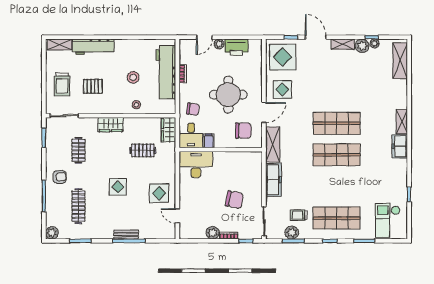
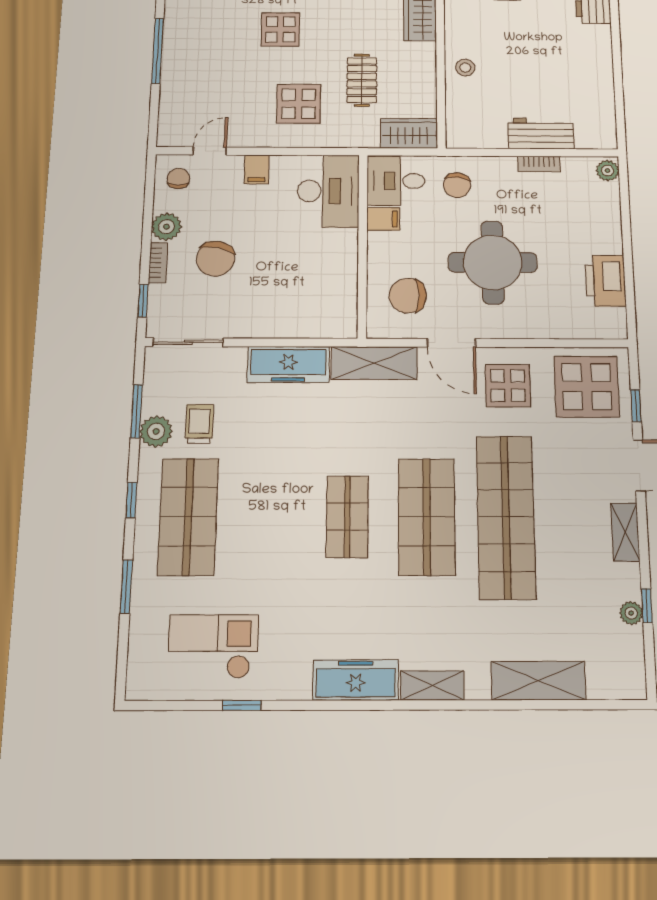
door: (204, 37) -> (625, 210), removed
plant: (219, 44) -> (608, 171), moved
plant: (362, 46) -> (624, 581), removed
shelving: (400, 61) -> (538, 681), moved
workbench: (166, 72) -> (541, 133), width x0.53, depth x0.76
stool: (133, 77) -> (527, 62), removed
shop shelf: (337, 92) -> (506, 517), added
chair: (243, 131) -> (408, 296), turned 90
freezer: (400, 146) -> (356, 680), width x1.40
shop shelf: (337, 155) -> (347, 517), width x0.70, depth x0.74
display table: (159, 193) -> (299, 104), moved
filing cabinet: (186, 195) -> (257, 169), added
chair: (234, 200) -> (215, 259), moved
checkout: (388, 220) -> (213, 646), moved
chair: (190, 229) -> (178, 178), added
plant: (292, 233) -> (156, 431), moved
bench: (126, 235) -> (172, 45), removed

